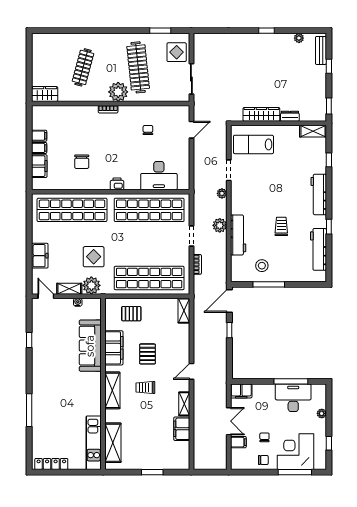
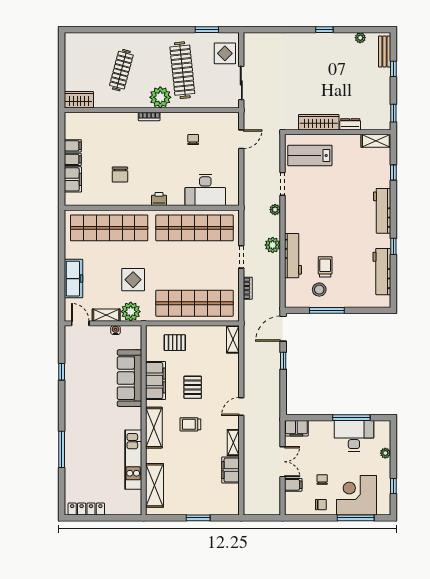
trolley: (281, 226) -> (325, 267), moved
freezer: (40, 256) -> (74, 279), width x1.40
kitchen unit: (94, 443) -> (133, 460), moved

